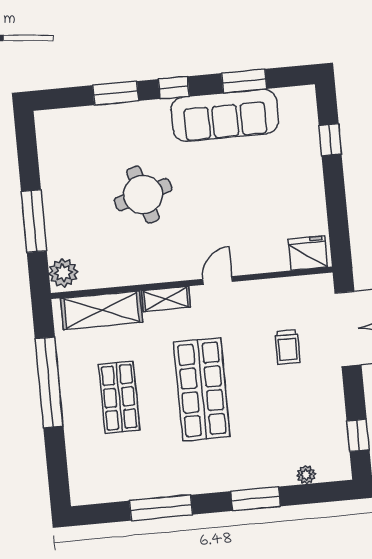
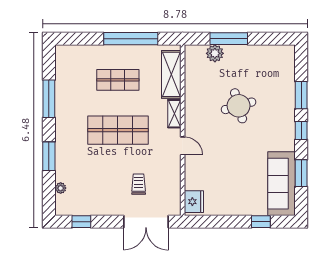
sofa: (225, 115) -> (282, 184), moved
plant: (63, 273) -> (215, 53), moved
trolley: (287, 347) -> (139, 184), turned 90

